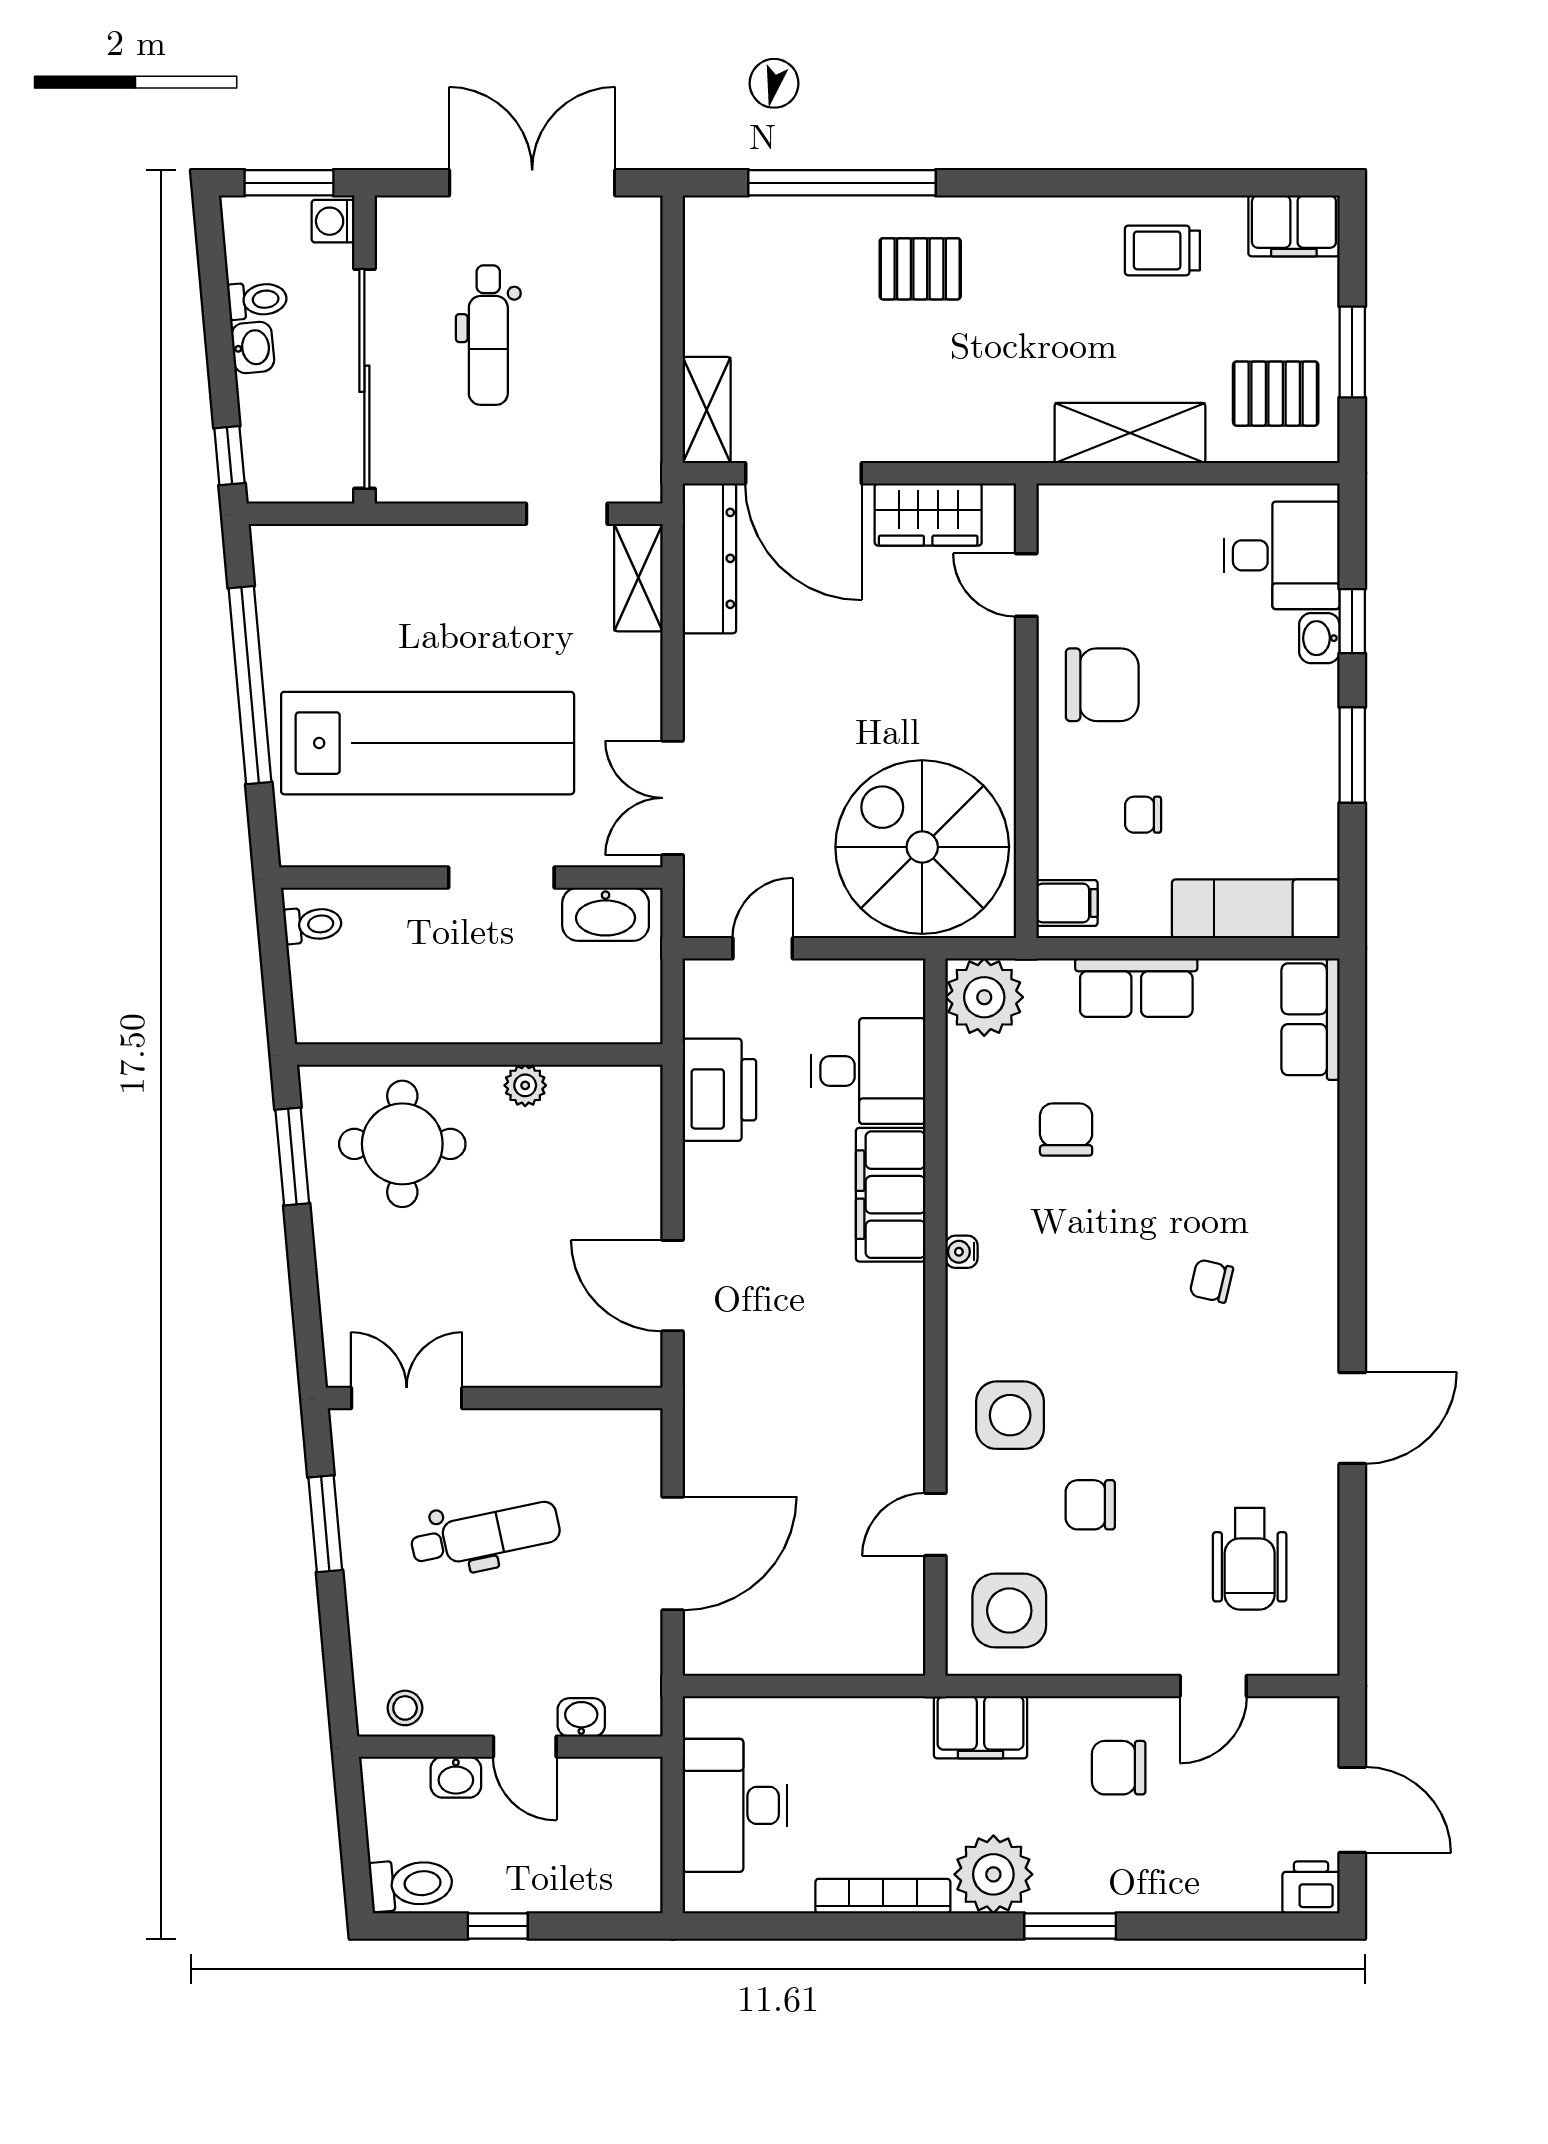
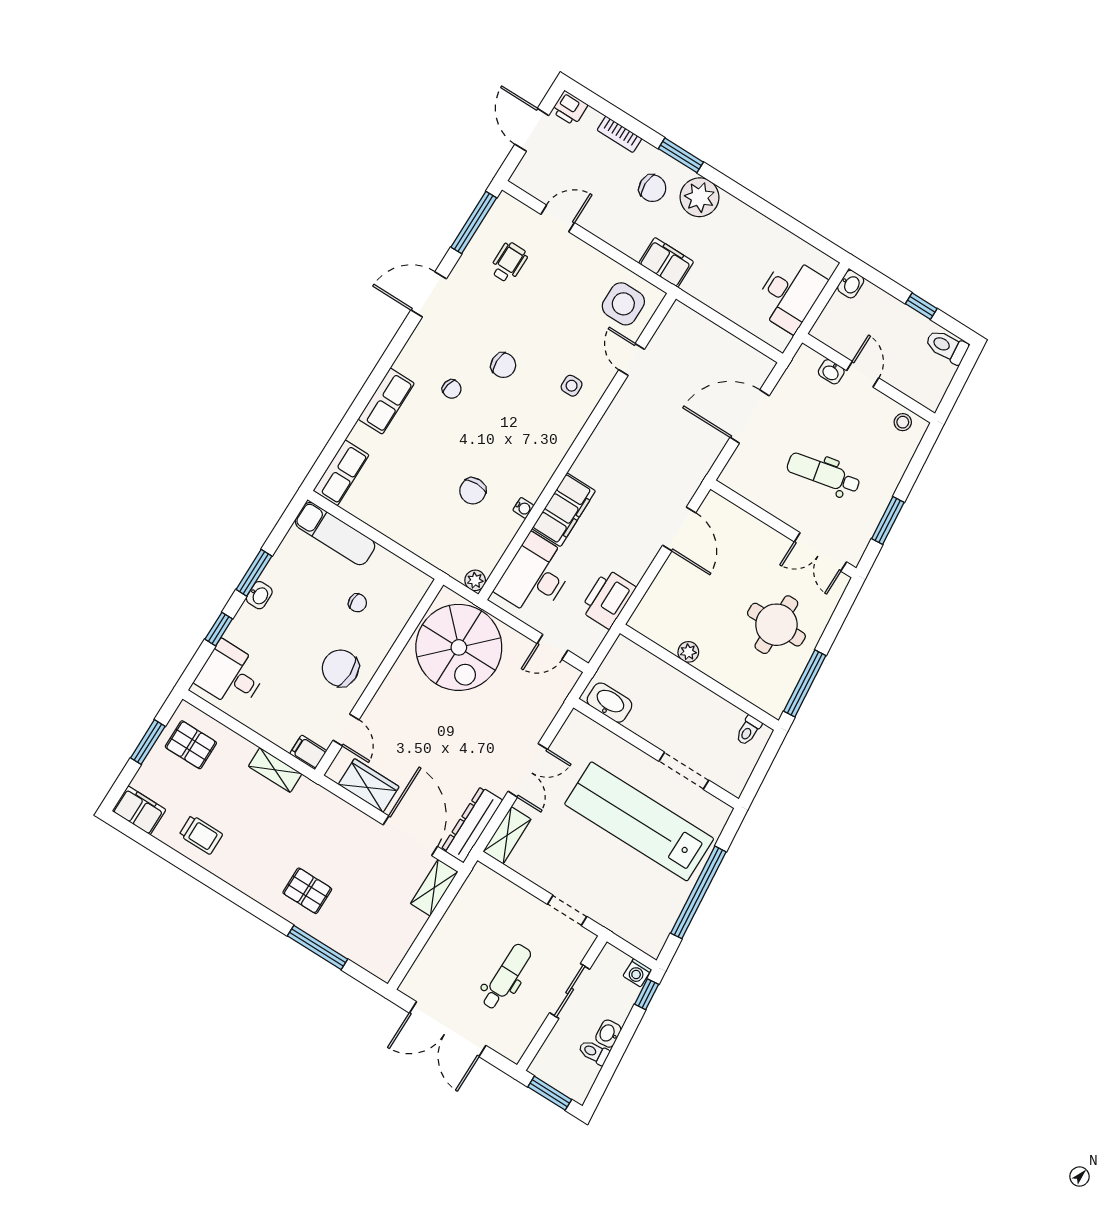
window: (842, 183) -> (318, 947), width x0.68
washing machine: (333, 221) -> (637, 973), moved, turned 90
sliding door: (364, 379) -> (570, 991), width x0.54
shelving: (1130, 433) -> (275, 770), width x0.67, depth x0.75
doorway: (567, 514) -> (567, 910), moved
washbasin: (1319, 638) -> (259, 595), moved
double door: (673, 798) -> (528, 770), moved
doorway: (501, 878) -> (684, 771), moved
filing cabinet: (1067, 903) -> (308, 752), moved
toilet: (313, 925) -> (748, 730), moved, turned -85
row of seats: (1136, 988) -> (386, 401), moved, turned 90
plant: (984, 997) -> (475, 580), width x0.53, depth x0.53
desk: (868, 1071) -> (535, 576), width x1.37
round table: (402, 1144) -> (776, 625), moved
window: (292, 1157) -> (805, 683), width x1.44
water cooler: (961, 1252) -> (523, 508), moved
side table: (1010, 1415) -> (572, 386), width x0.54, depth x0.54
chair: (1090, 1505) -> (503, 365), moved
door: (935, 1524) -> (632, 360), swing flipped
wheelchair: (1250, 1559) -> (509, 262), width x0.73, depth x0.73
window: (1352, 1589) -> (474, 222), added
chair: (1119, 1768) -> (652, 188), moved
washbasin: (456, 1777) -> (851, 284), moved, turned 90
bookcase: (883, 1896) -> (619, 134), moved, width x0.64

